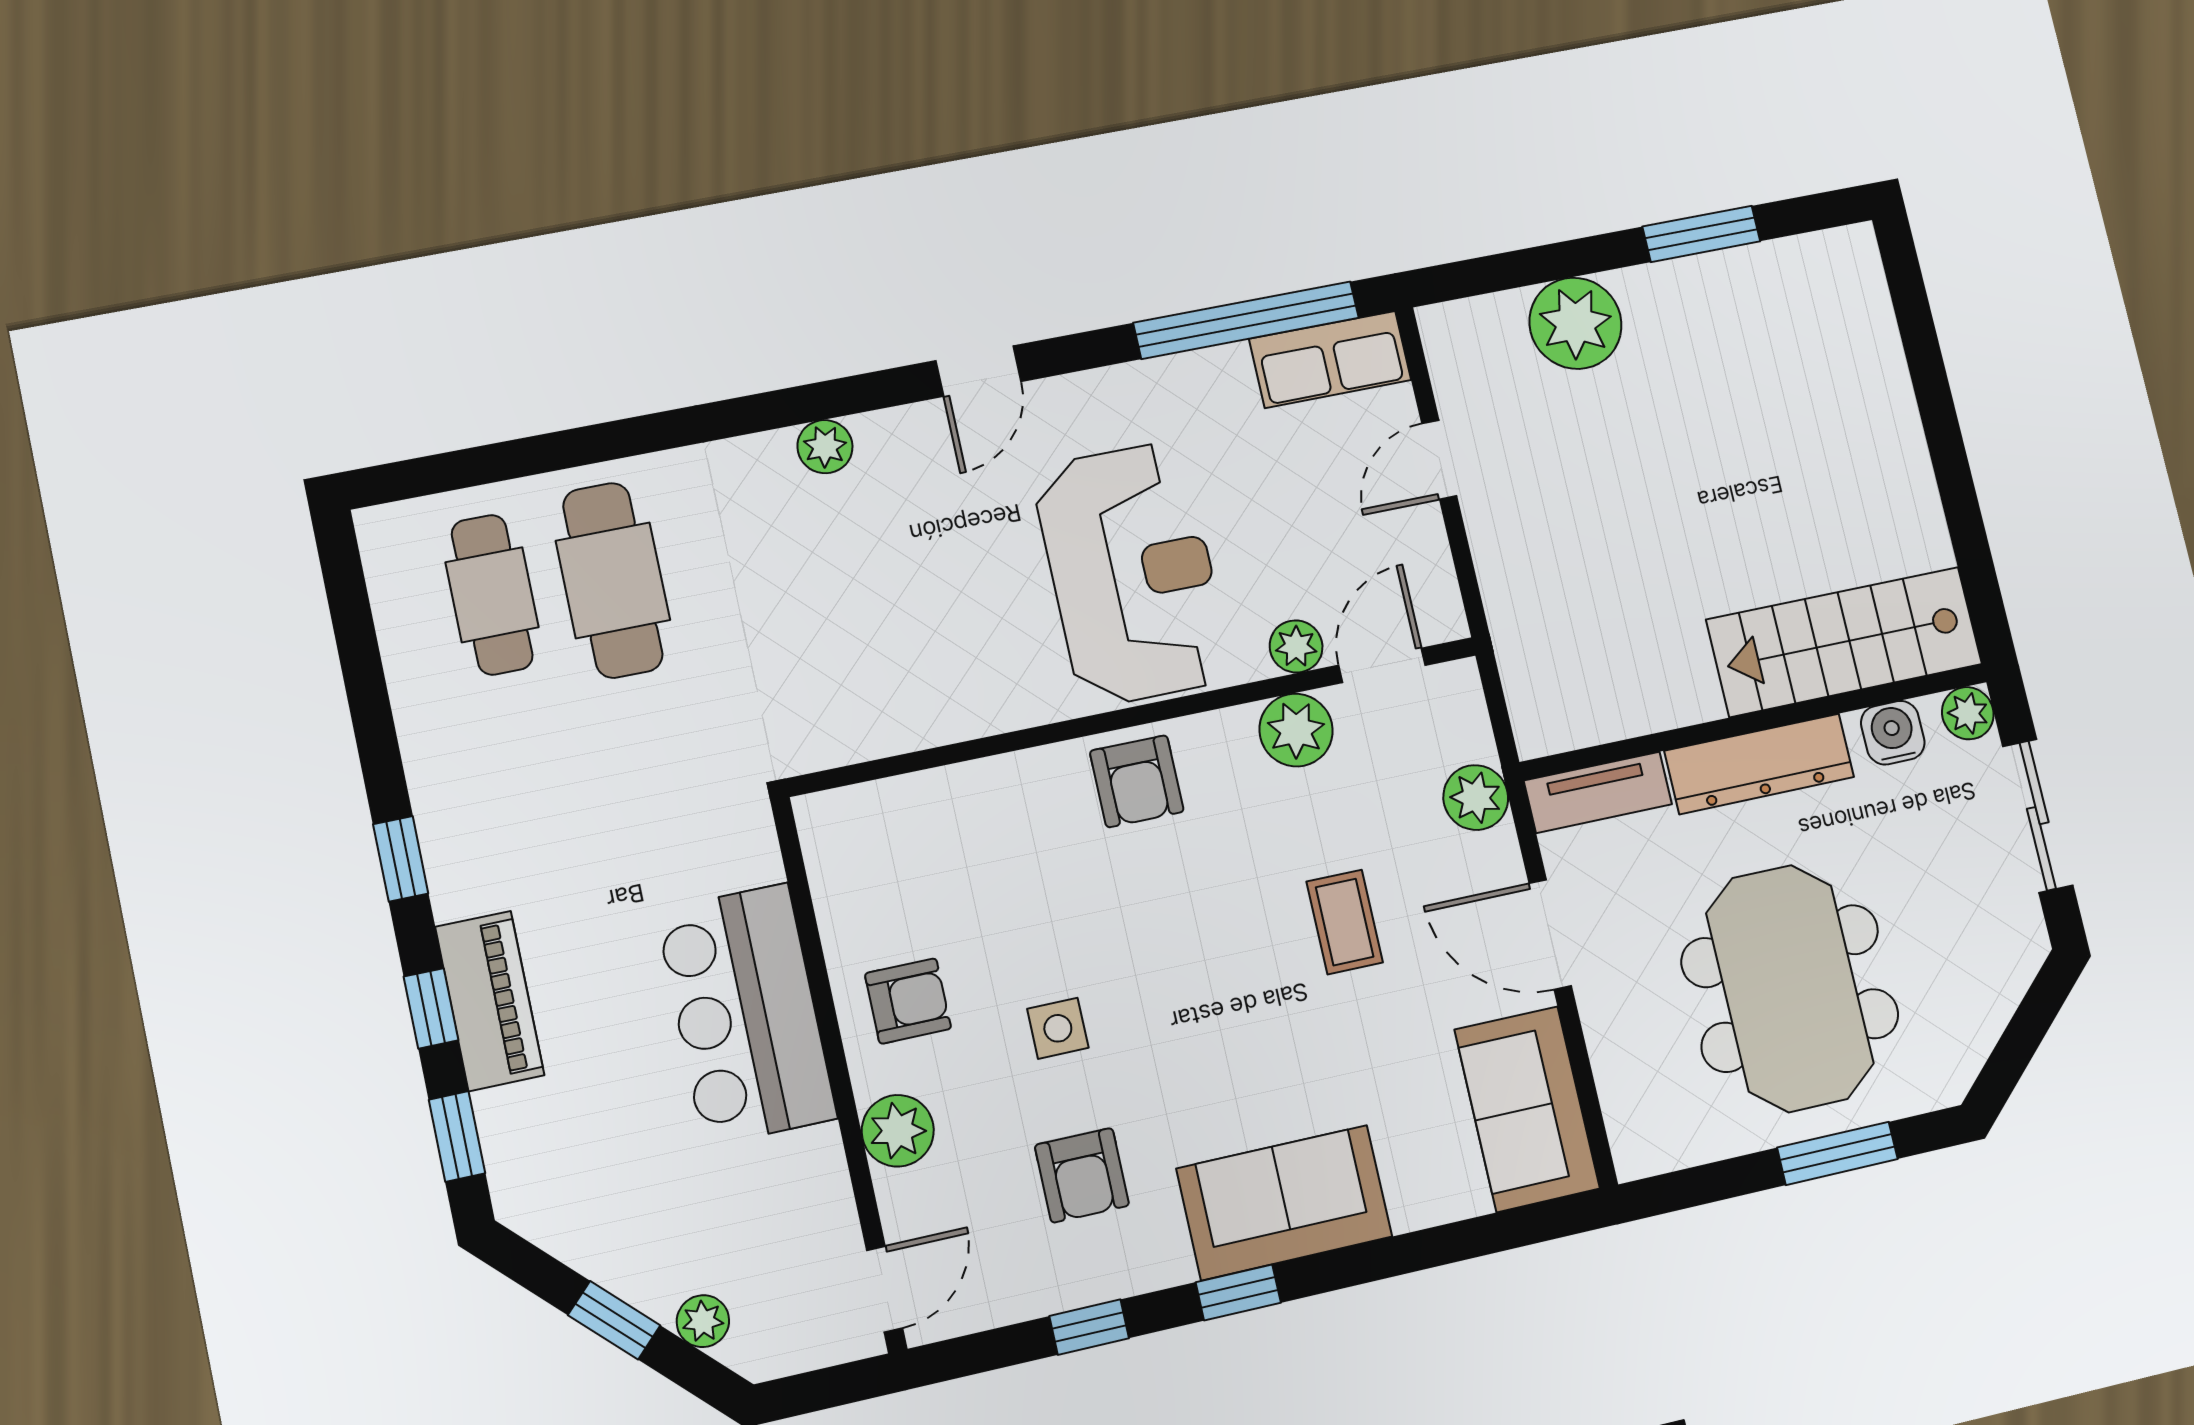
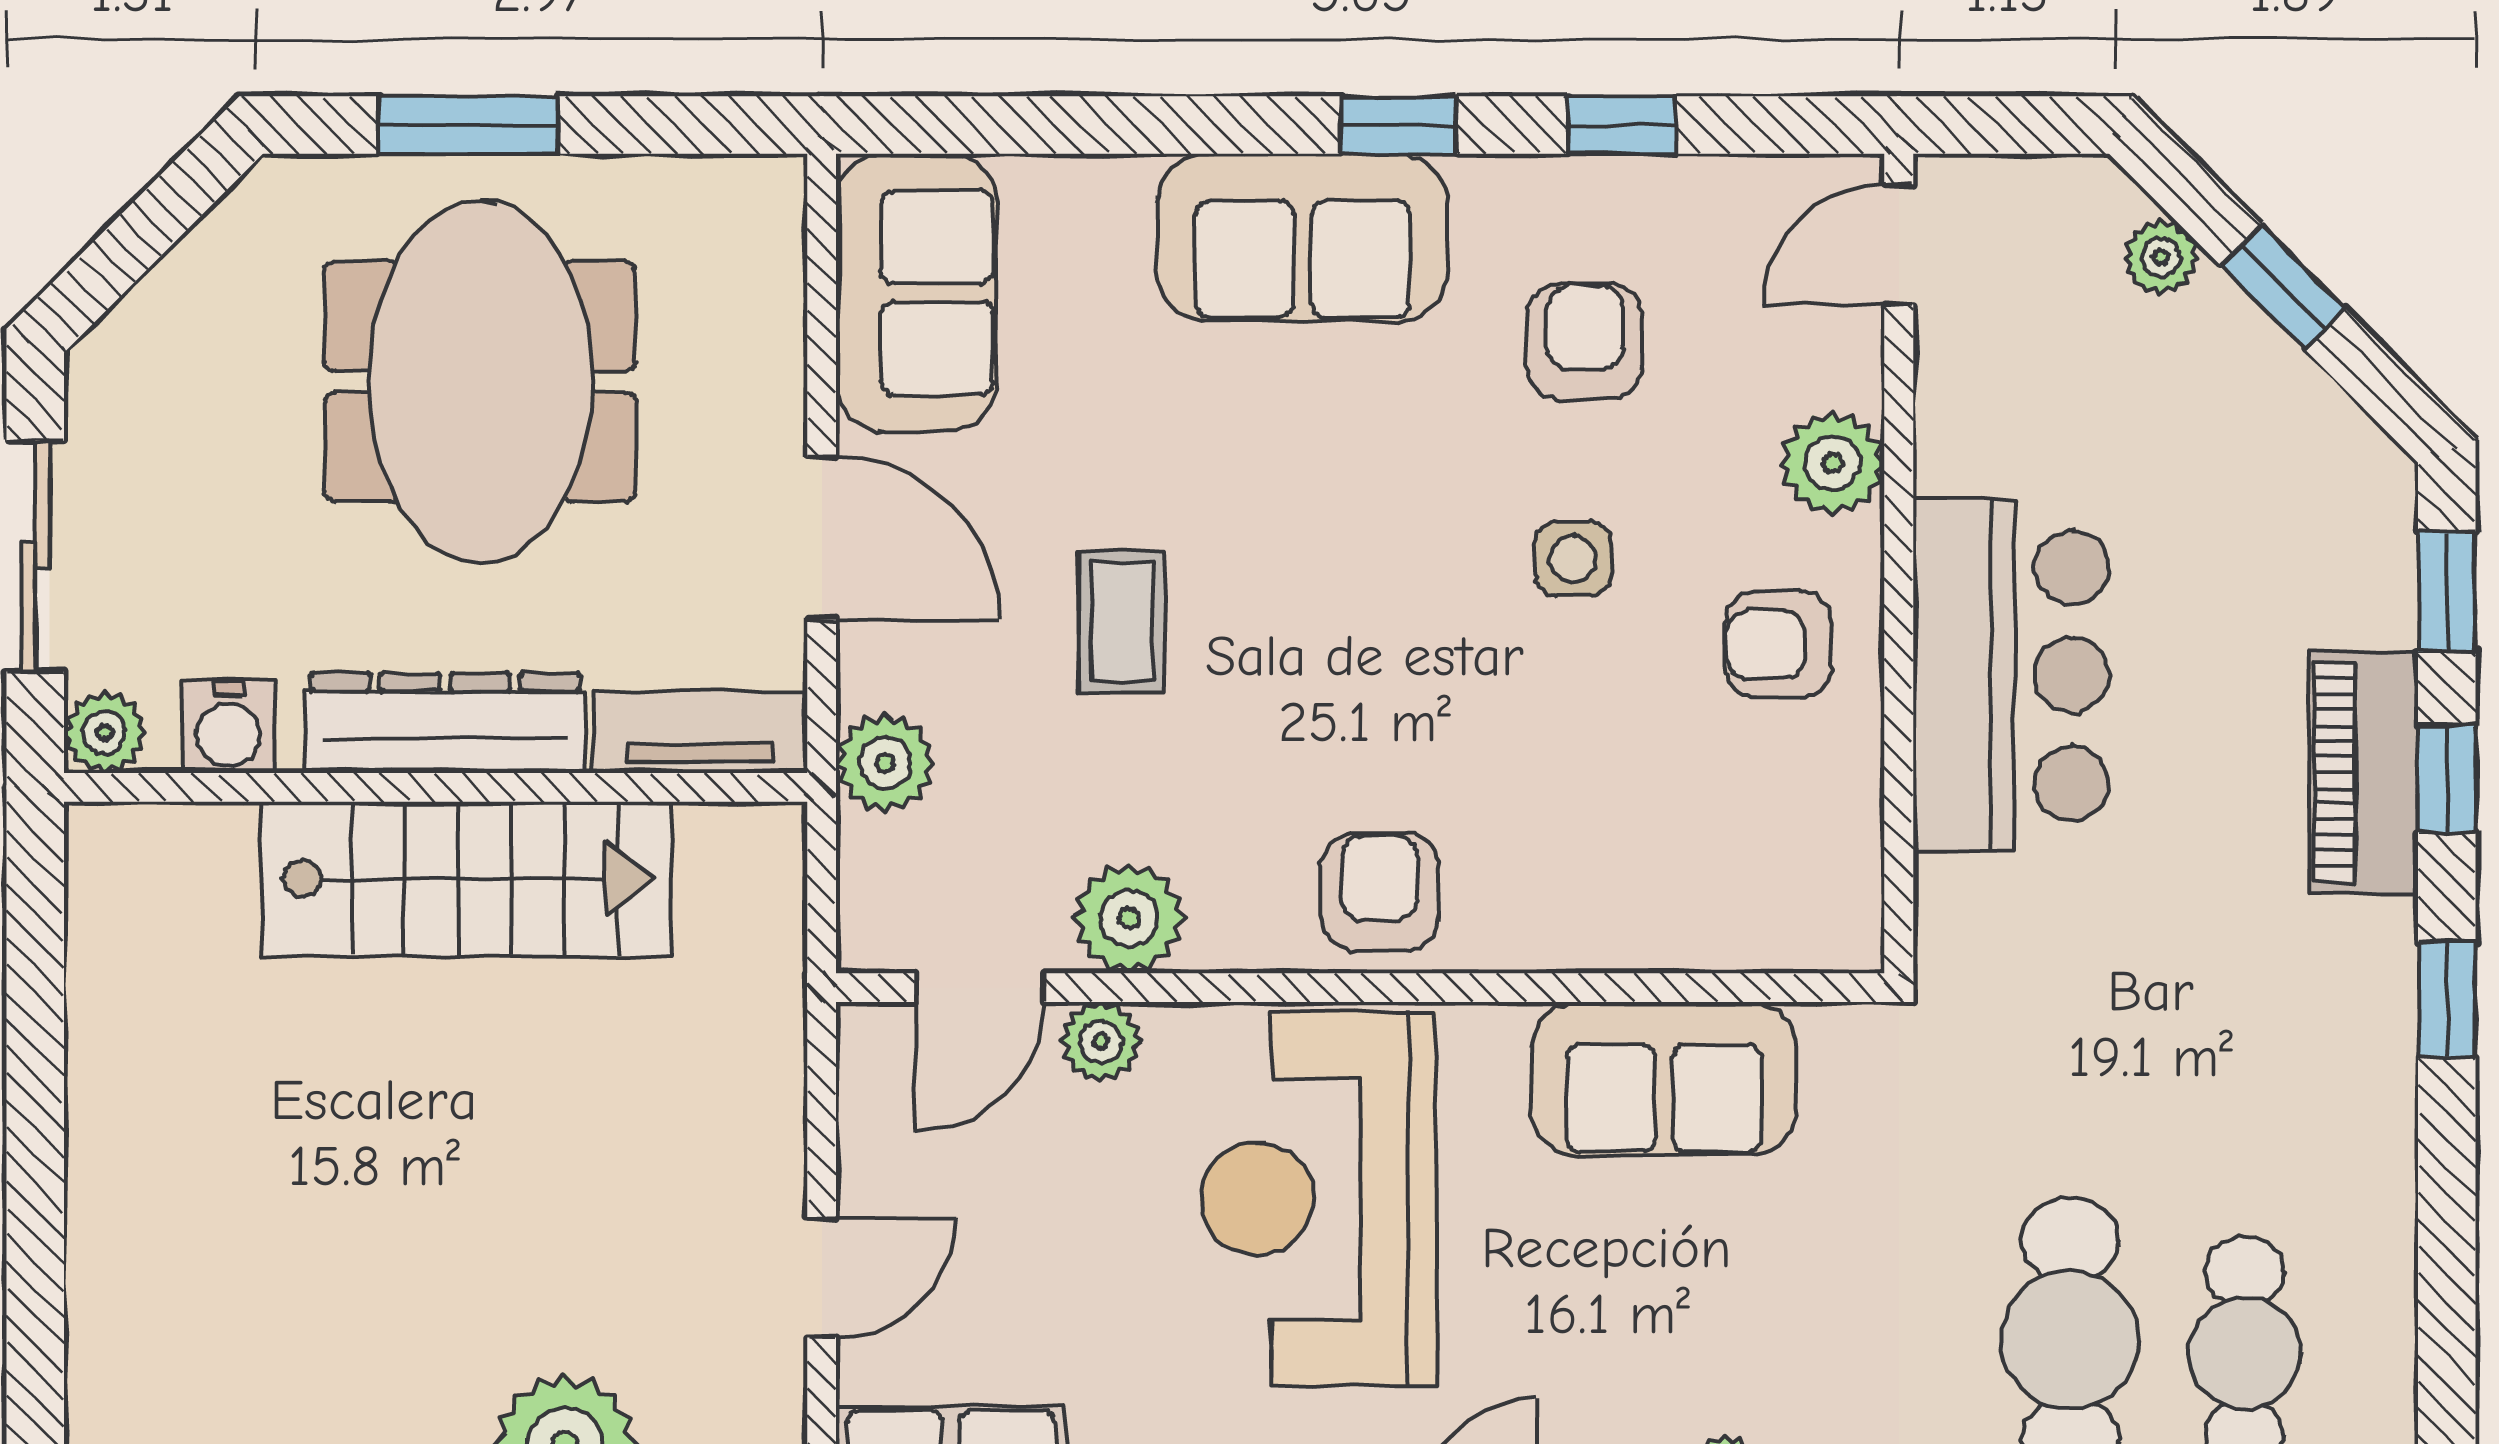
stairs: (1844, 642) -> (466, 879), moved
sofa: (922, 698) -> (1664, 1078), added

